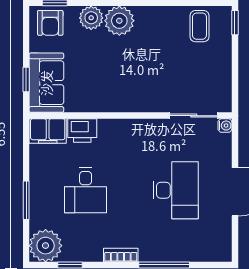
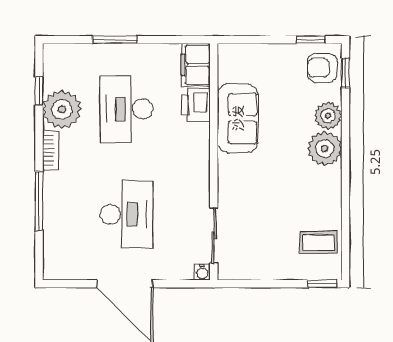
window: (26, 79) -> (311, 40), moved
sofa: (46, 83) -> (238, 118), moved, turned -90
desk: (86, 190) -> (126, 109), width x1.37
desk: (176, 190) -> (126, 214), turned -90
plant: (46, 246) -> (62, 109), moved

